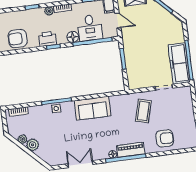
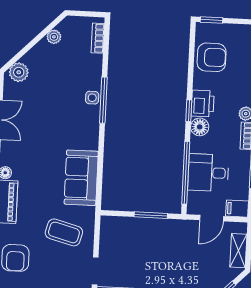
floor lamp: (73, 37) -> (200, 127), moved
armchair: (18, 39) -> (212, 57), turned 90
sofa: (93, 108) -> (81, 178), moved
plant: (33, 145) -> (19, 72), moved

